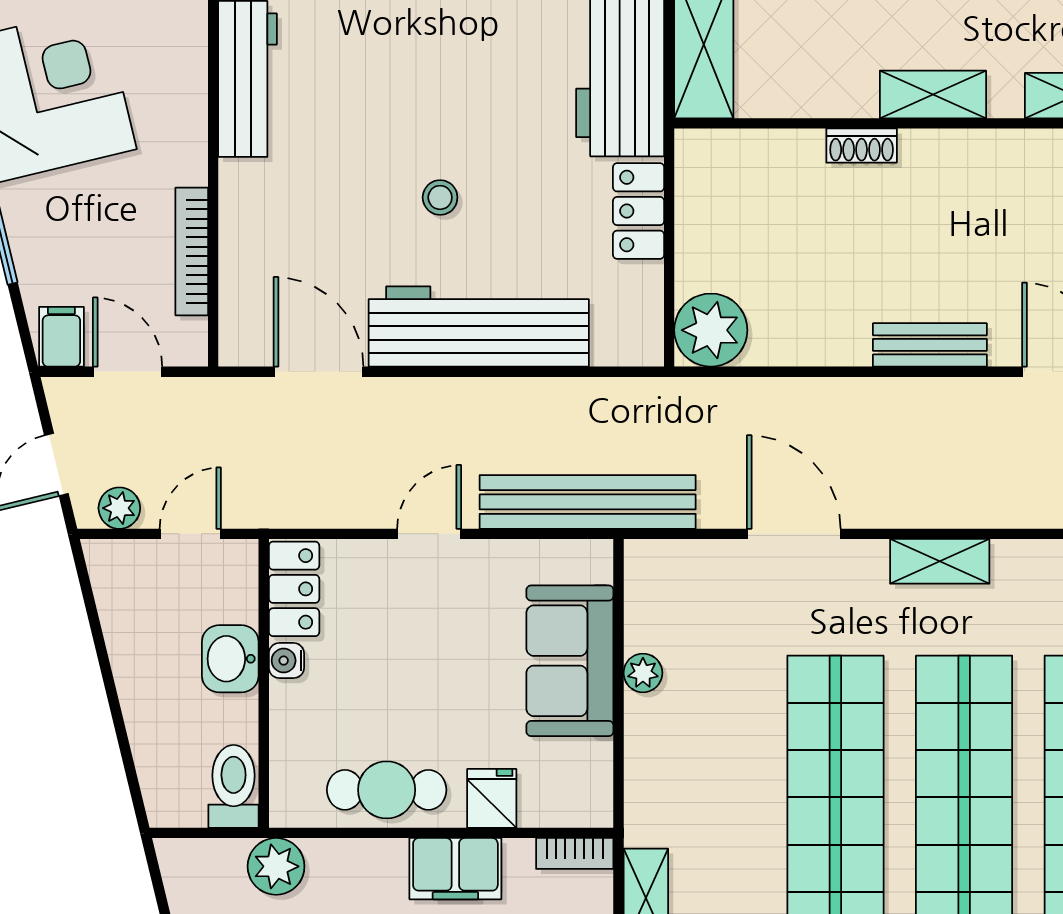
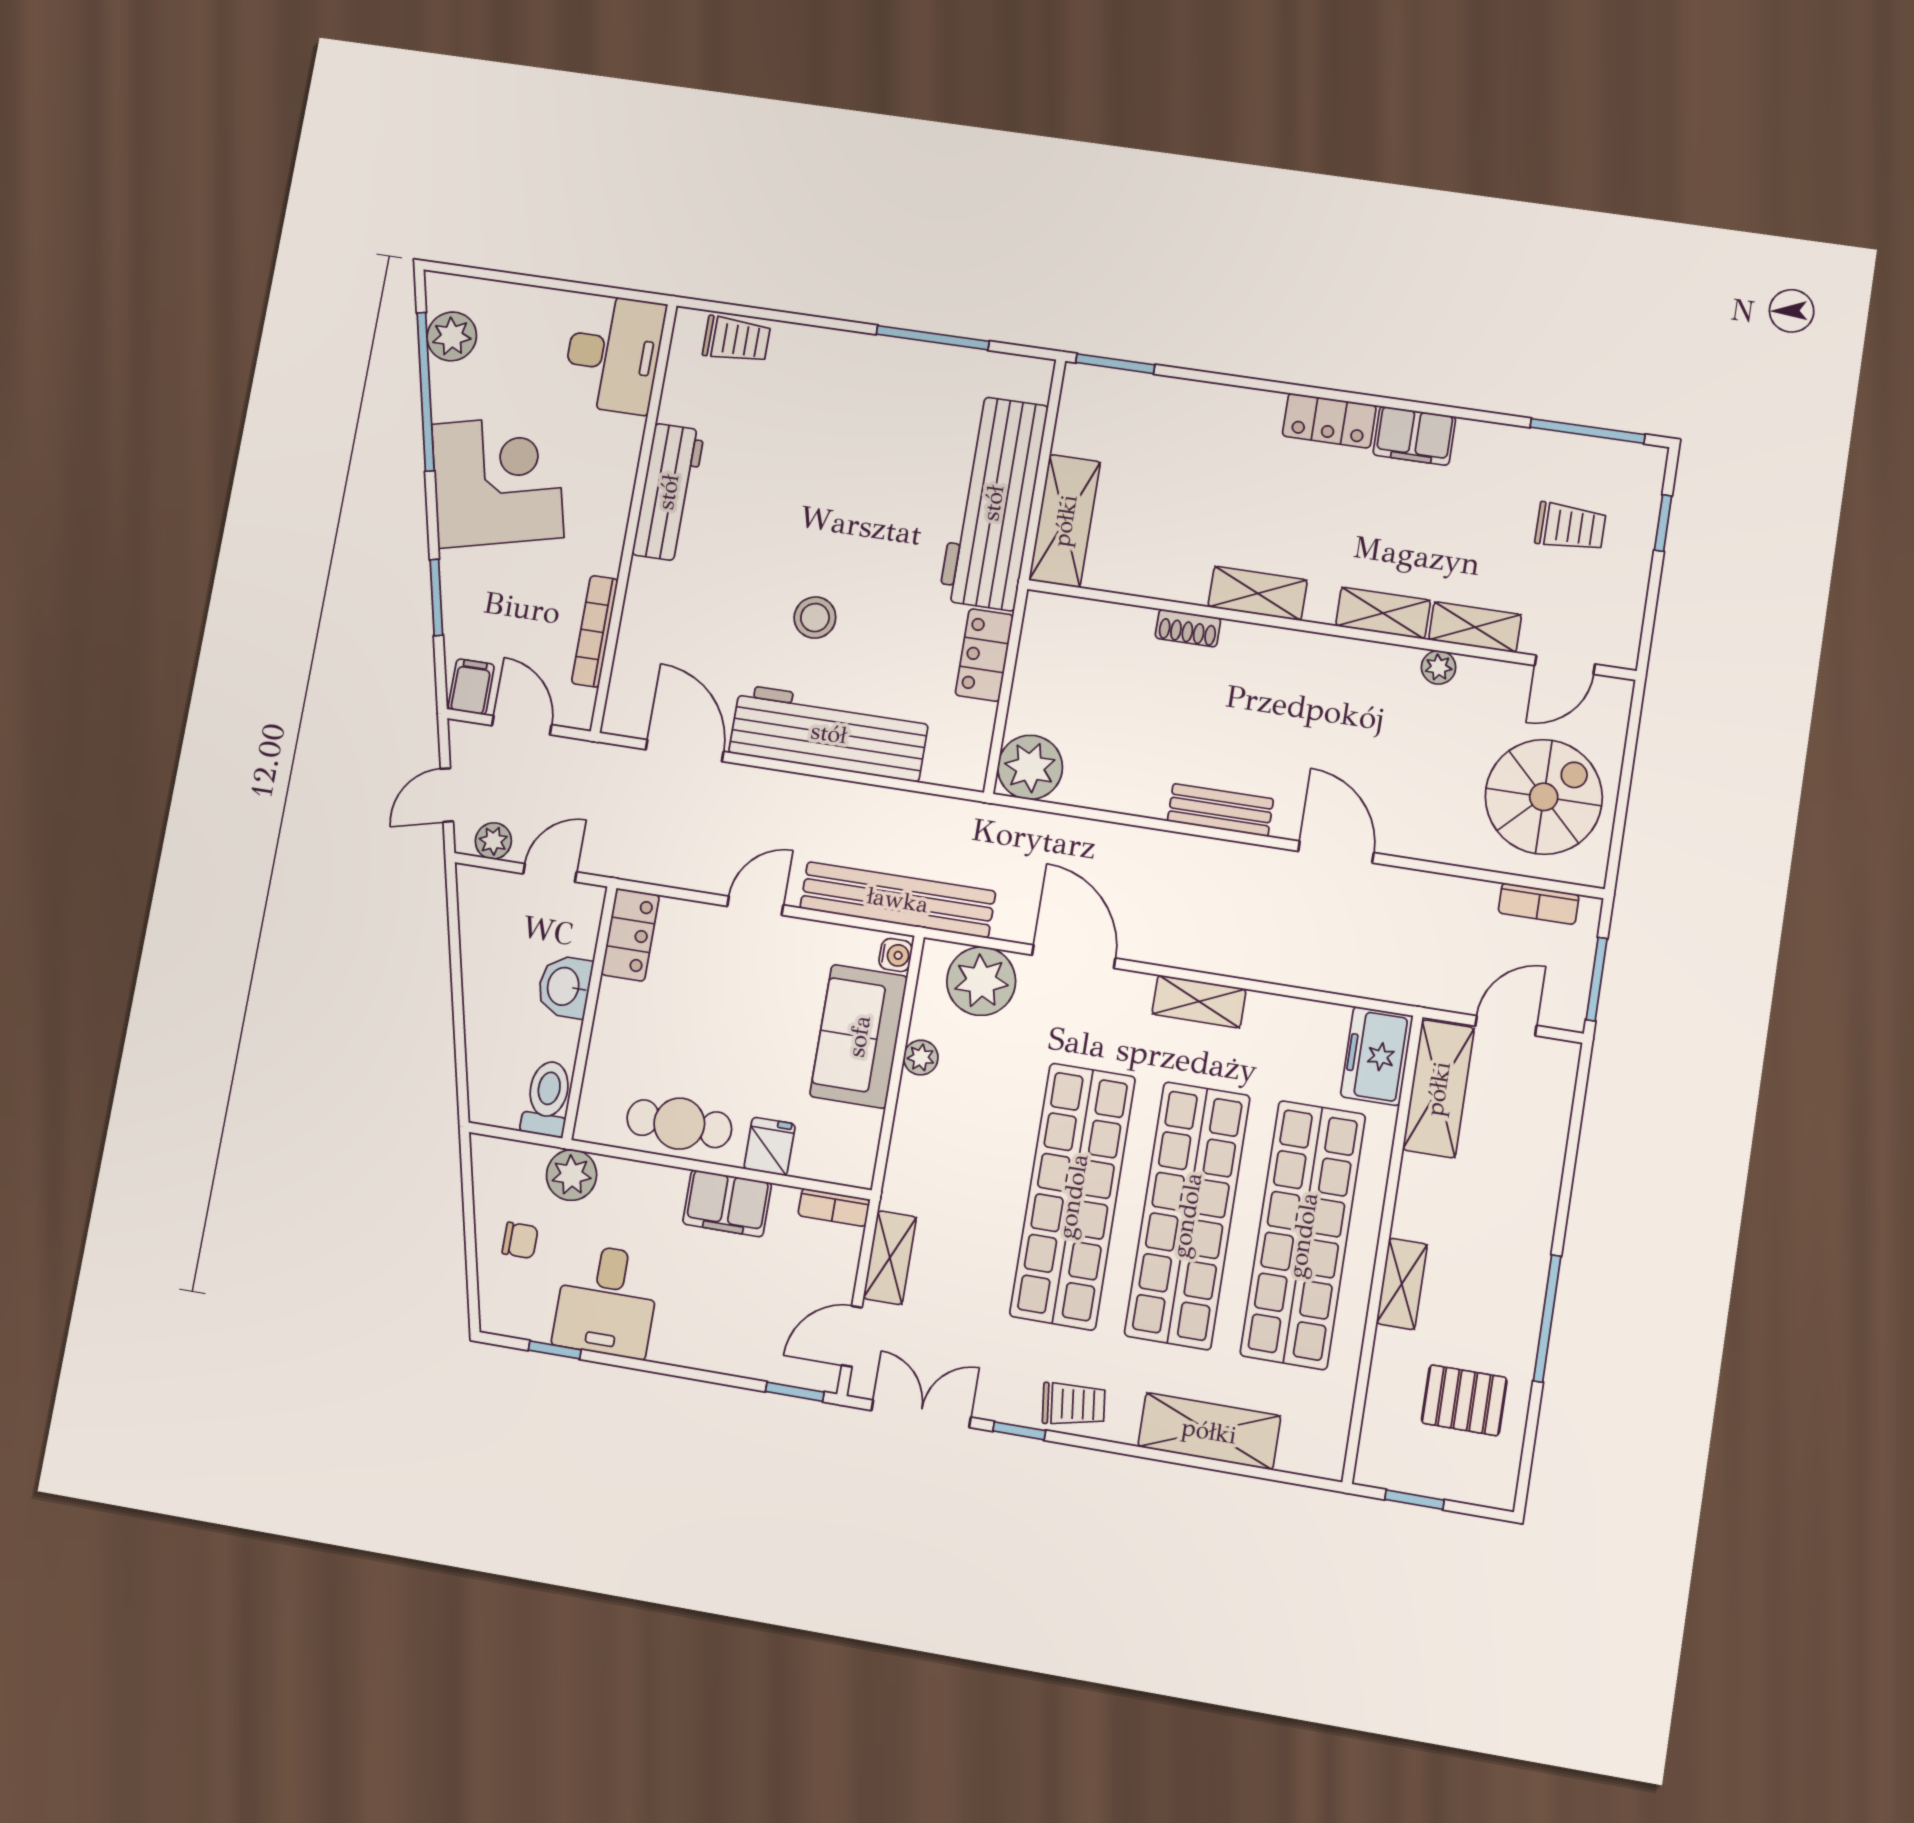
stool: (440, 197) -> (815, 618), width x1.37, depth x1.37
plant: (696, 578) -> (981, 981), added
water cooler: (286, 661) -> (896, 955), moved, turned 180

